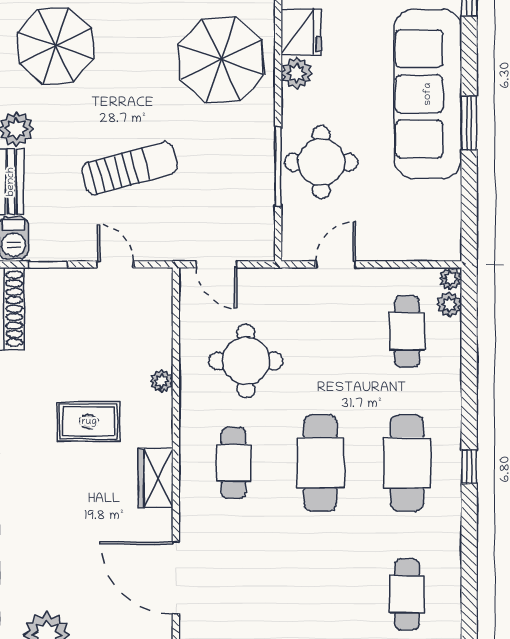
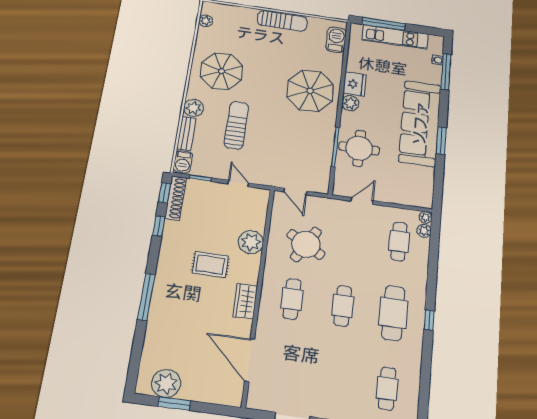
sun lounger: (130, 168) -> (236, 125), moved, turned -75
round table: (246, 361) -> (306, 244), turned 30
plant: (161, 381) -> (251, 242), width x1.88, depth x1.88
cafe table: (320, 463) -> (343, 306), width x0.73, depth x0.74

